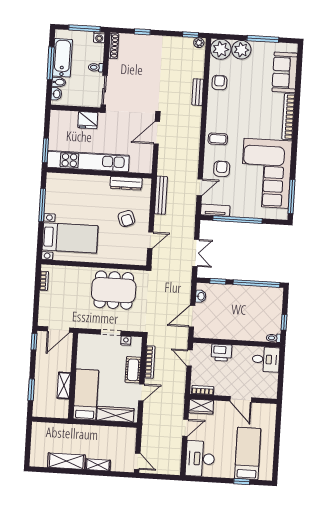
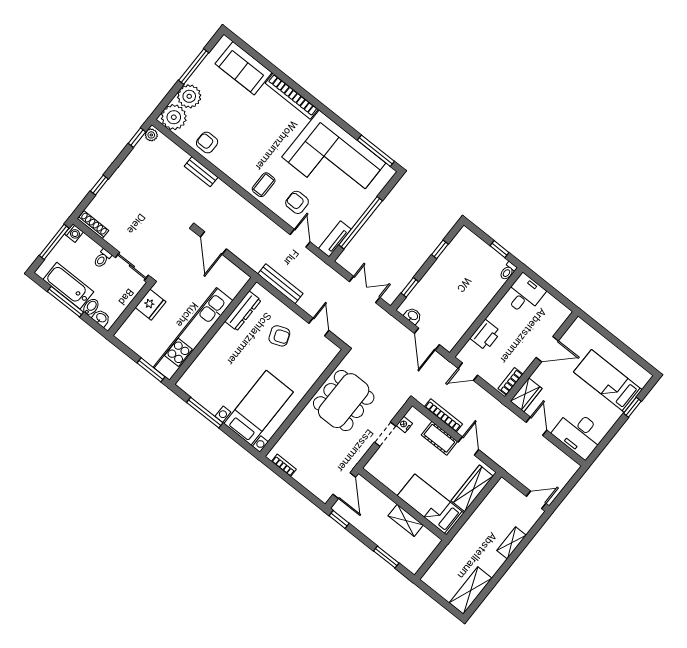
window: (257, 284) -> (440, 249), width x0.32
shelving: (66, 461) -> (471, 590), moved

